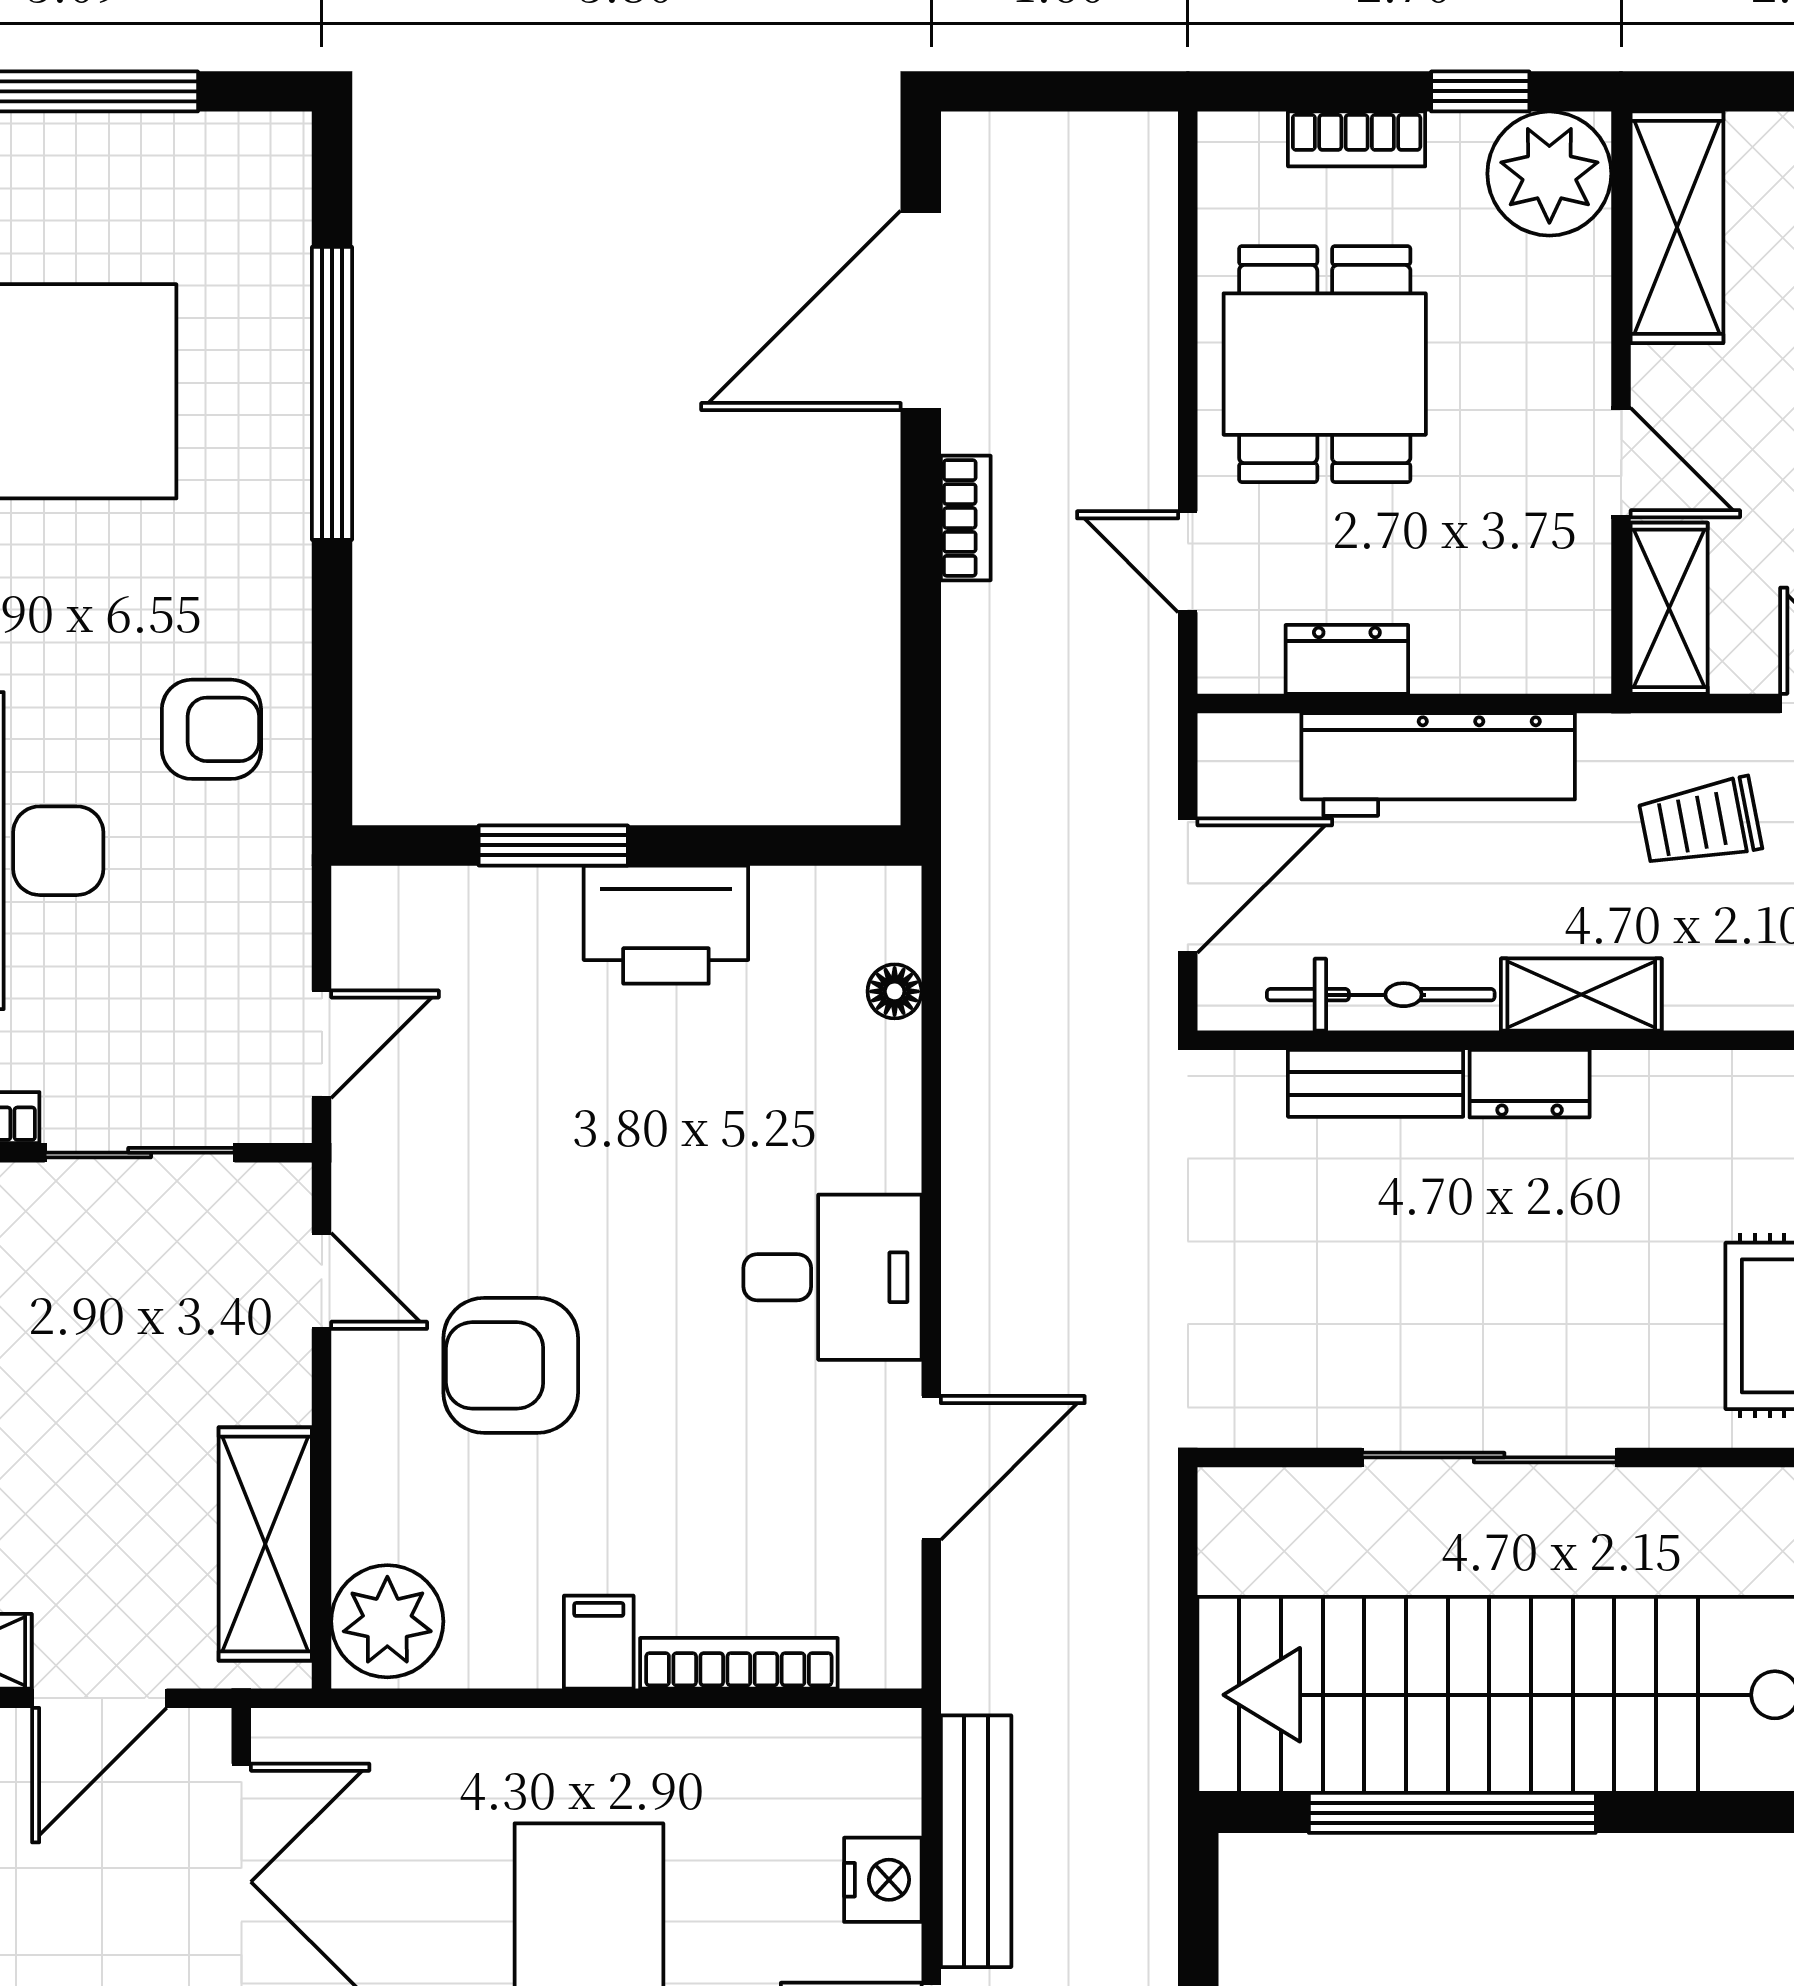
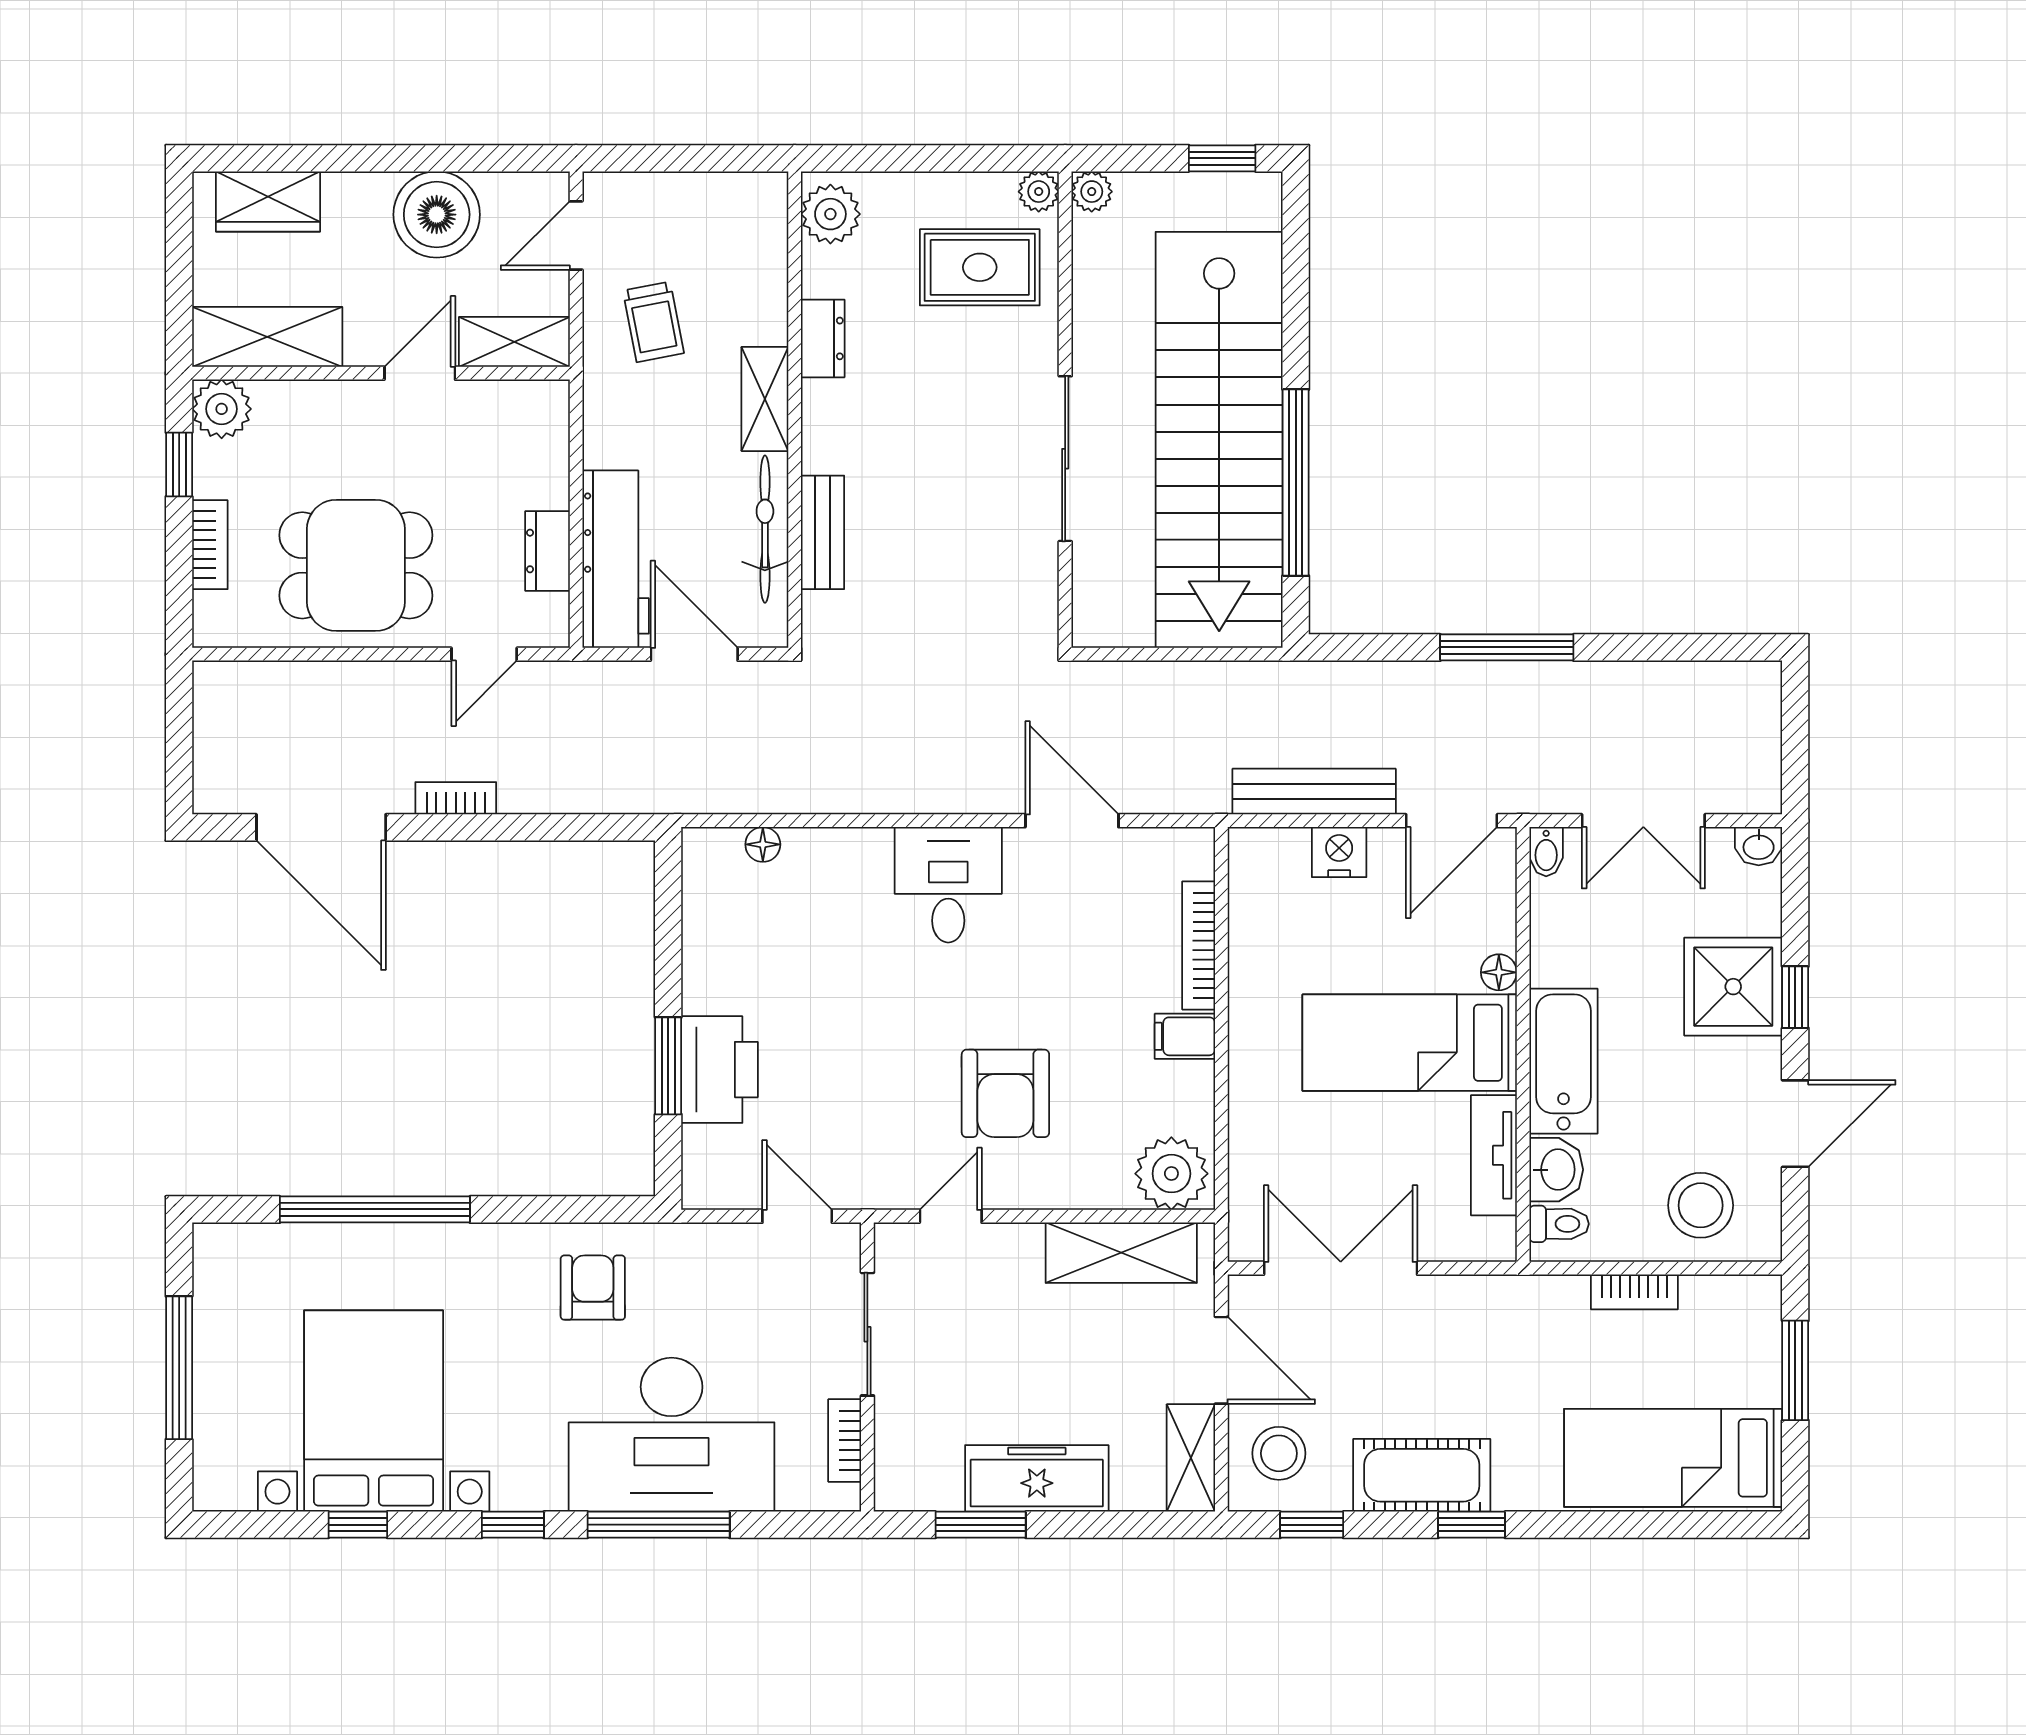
plant: (1549, 174) -> (222, 409), width x0.73, depth x0.73
workbench: (1438, 764) -> (616, 559), moved
printer: (666, 925) -> (719, 1070), moved
dresser: (1530, 1084) -> (823, 338), moved

